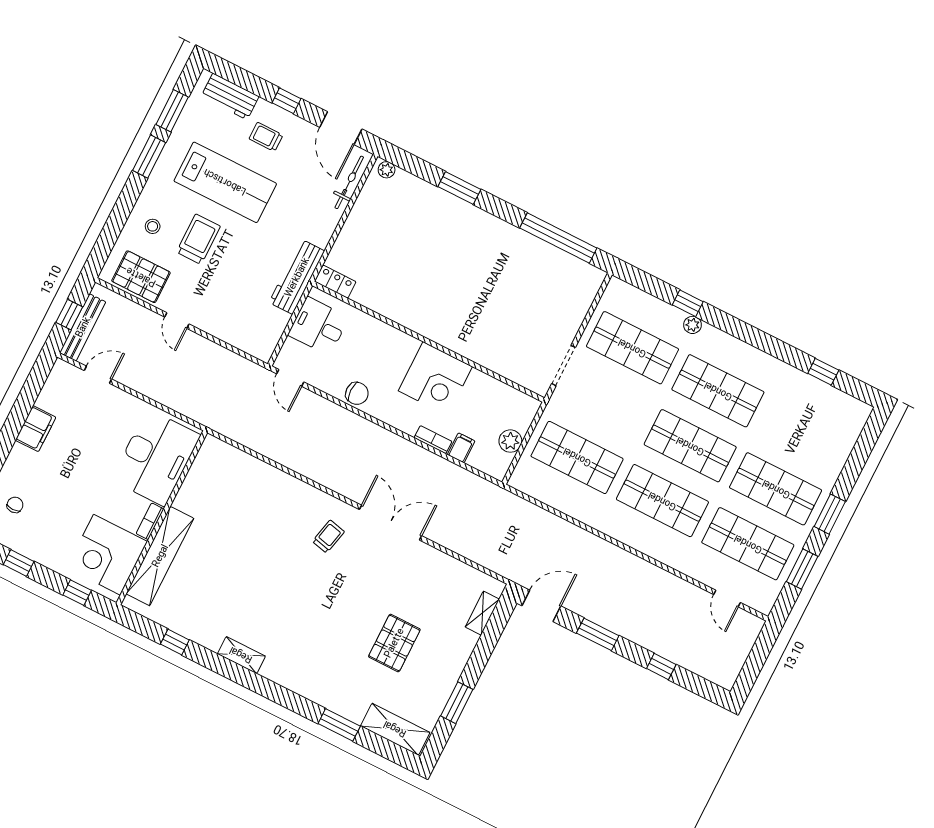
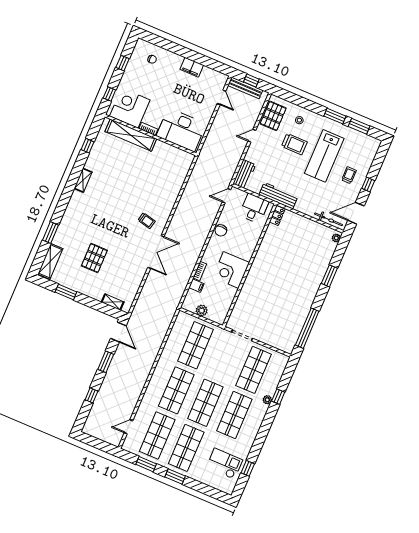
workbench: (230, 96) -> (244, 174), moved, turned 180
checkout: (811, 416) -> (224, 464), added
pallet: (394, 643) -> (94, 258), turned 90

